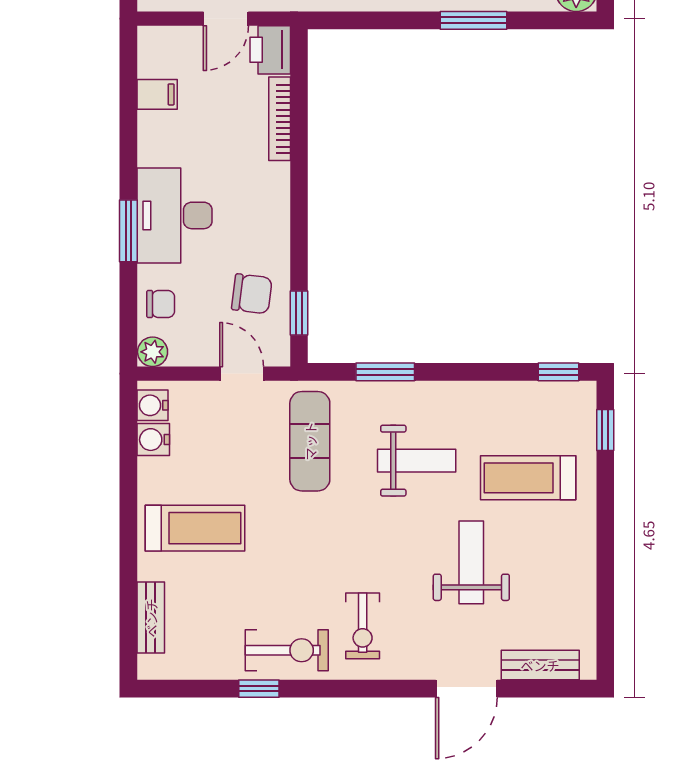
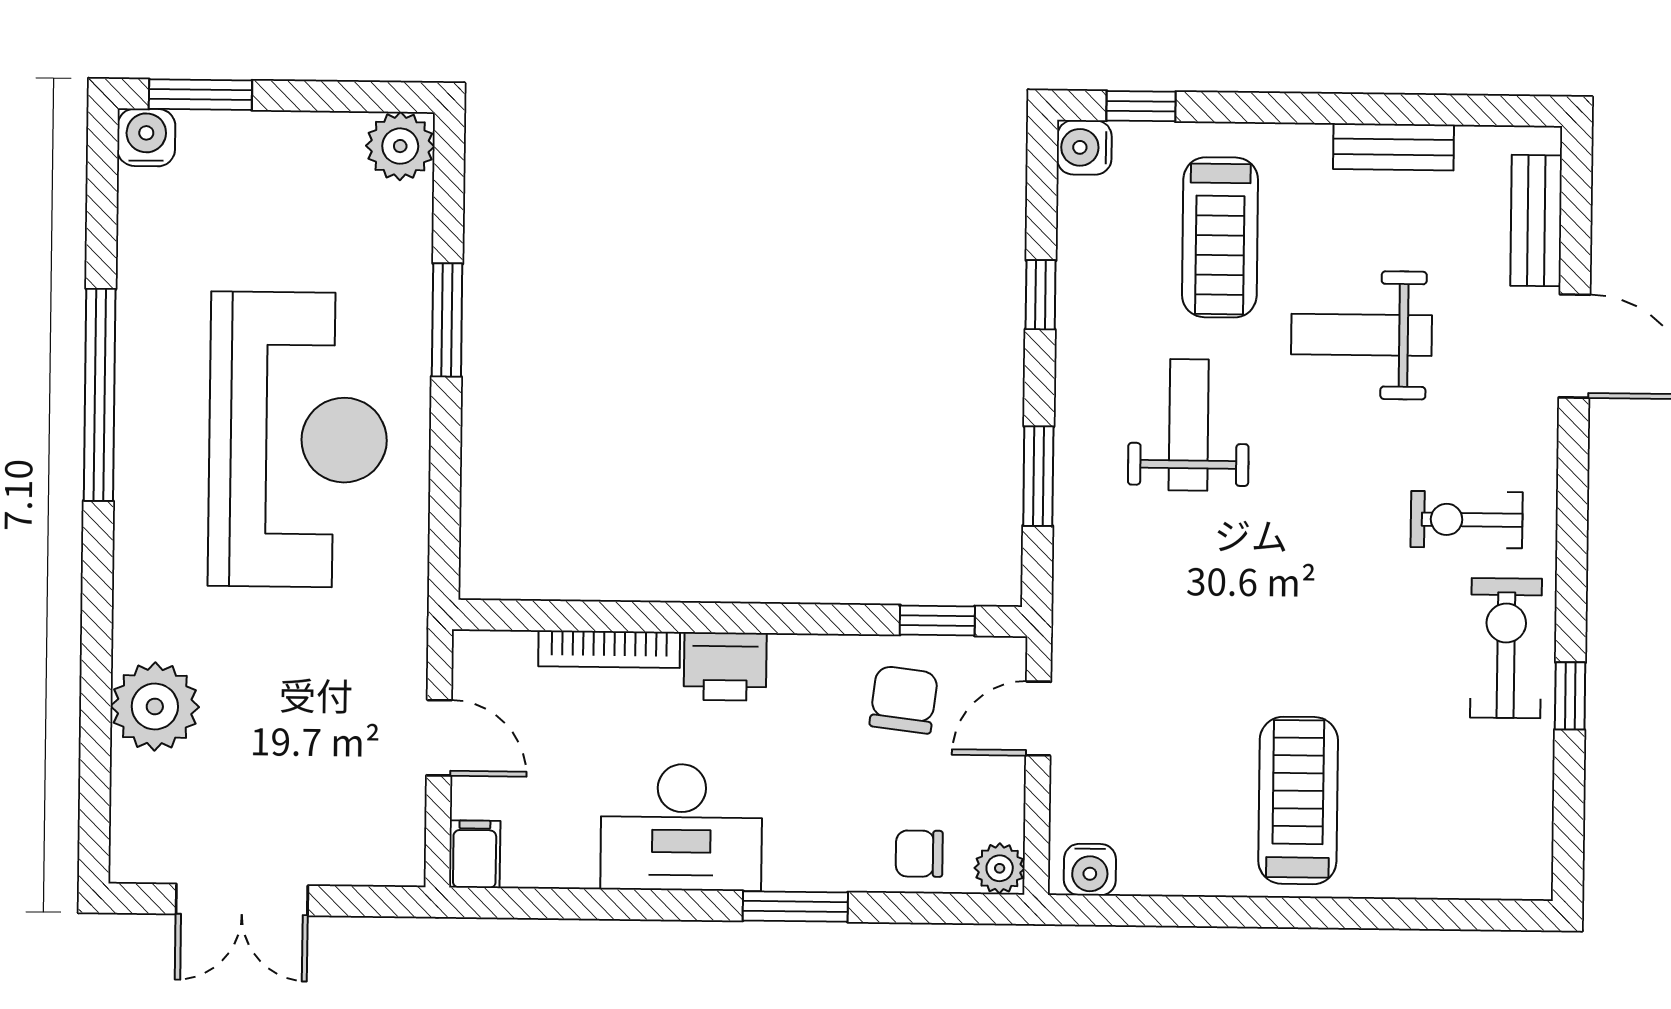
printer: (270, 50) -> (725, 666), moved
filing cabinet: (157, 94) -> (475, 854), moved
desk: (175, 215) -> (681, 827), moved
chair: (161, 304) -> (919, 854), turned -90
window: (558, 372) -> (1041, 295), moved
water cooler: (153, 440) -> (1084, 147), moved, turned 90
exercise mat: (310, 441) -> (1154, 605), removed
bench: (151, 618) -> (1393, 147), moved
exercise bike: (363, 626) -> (1467, 520), turned 180

